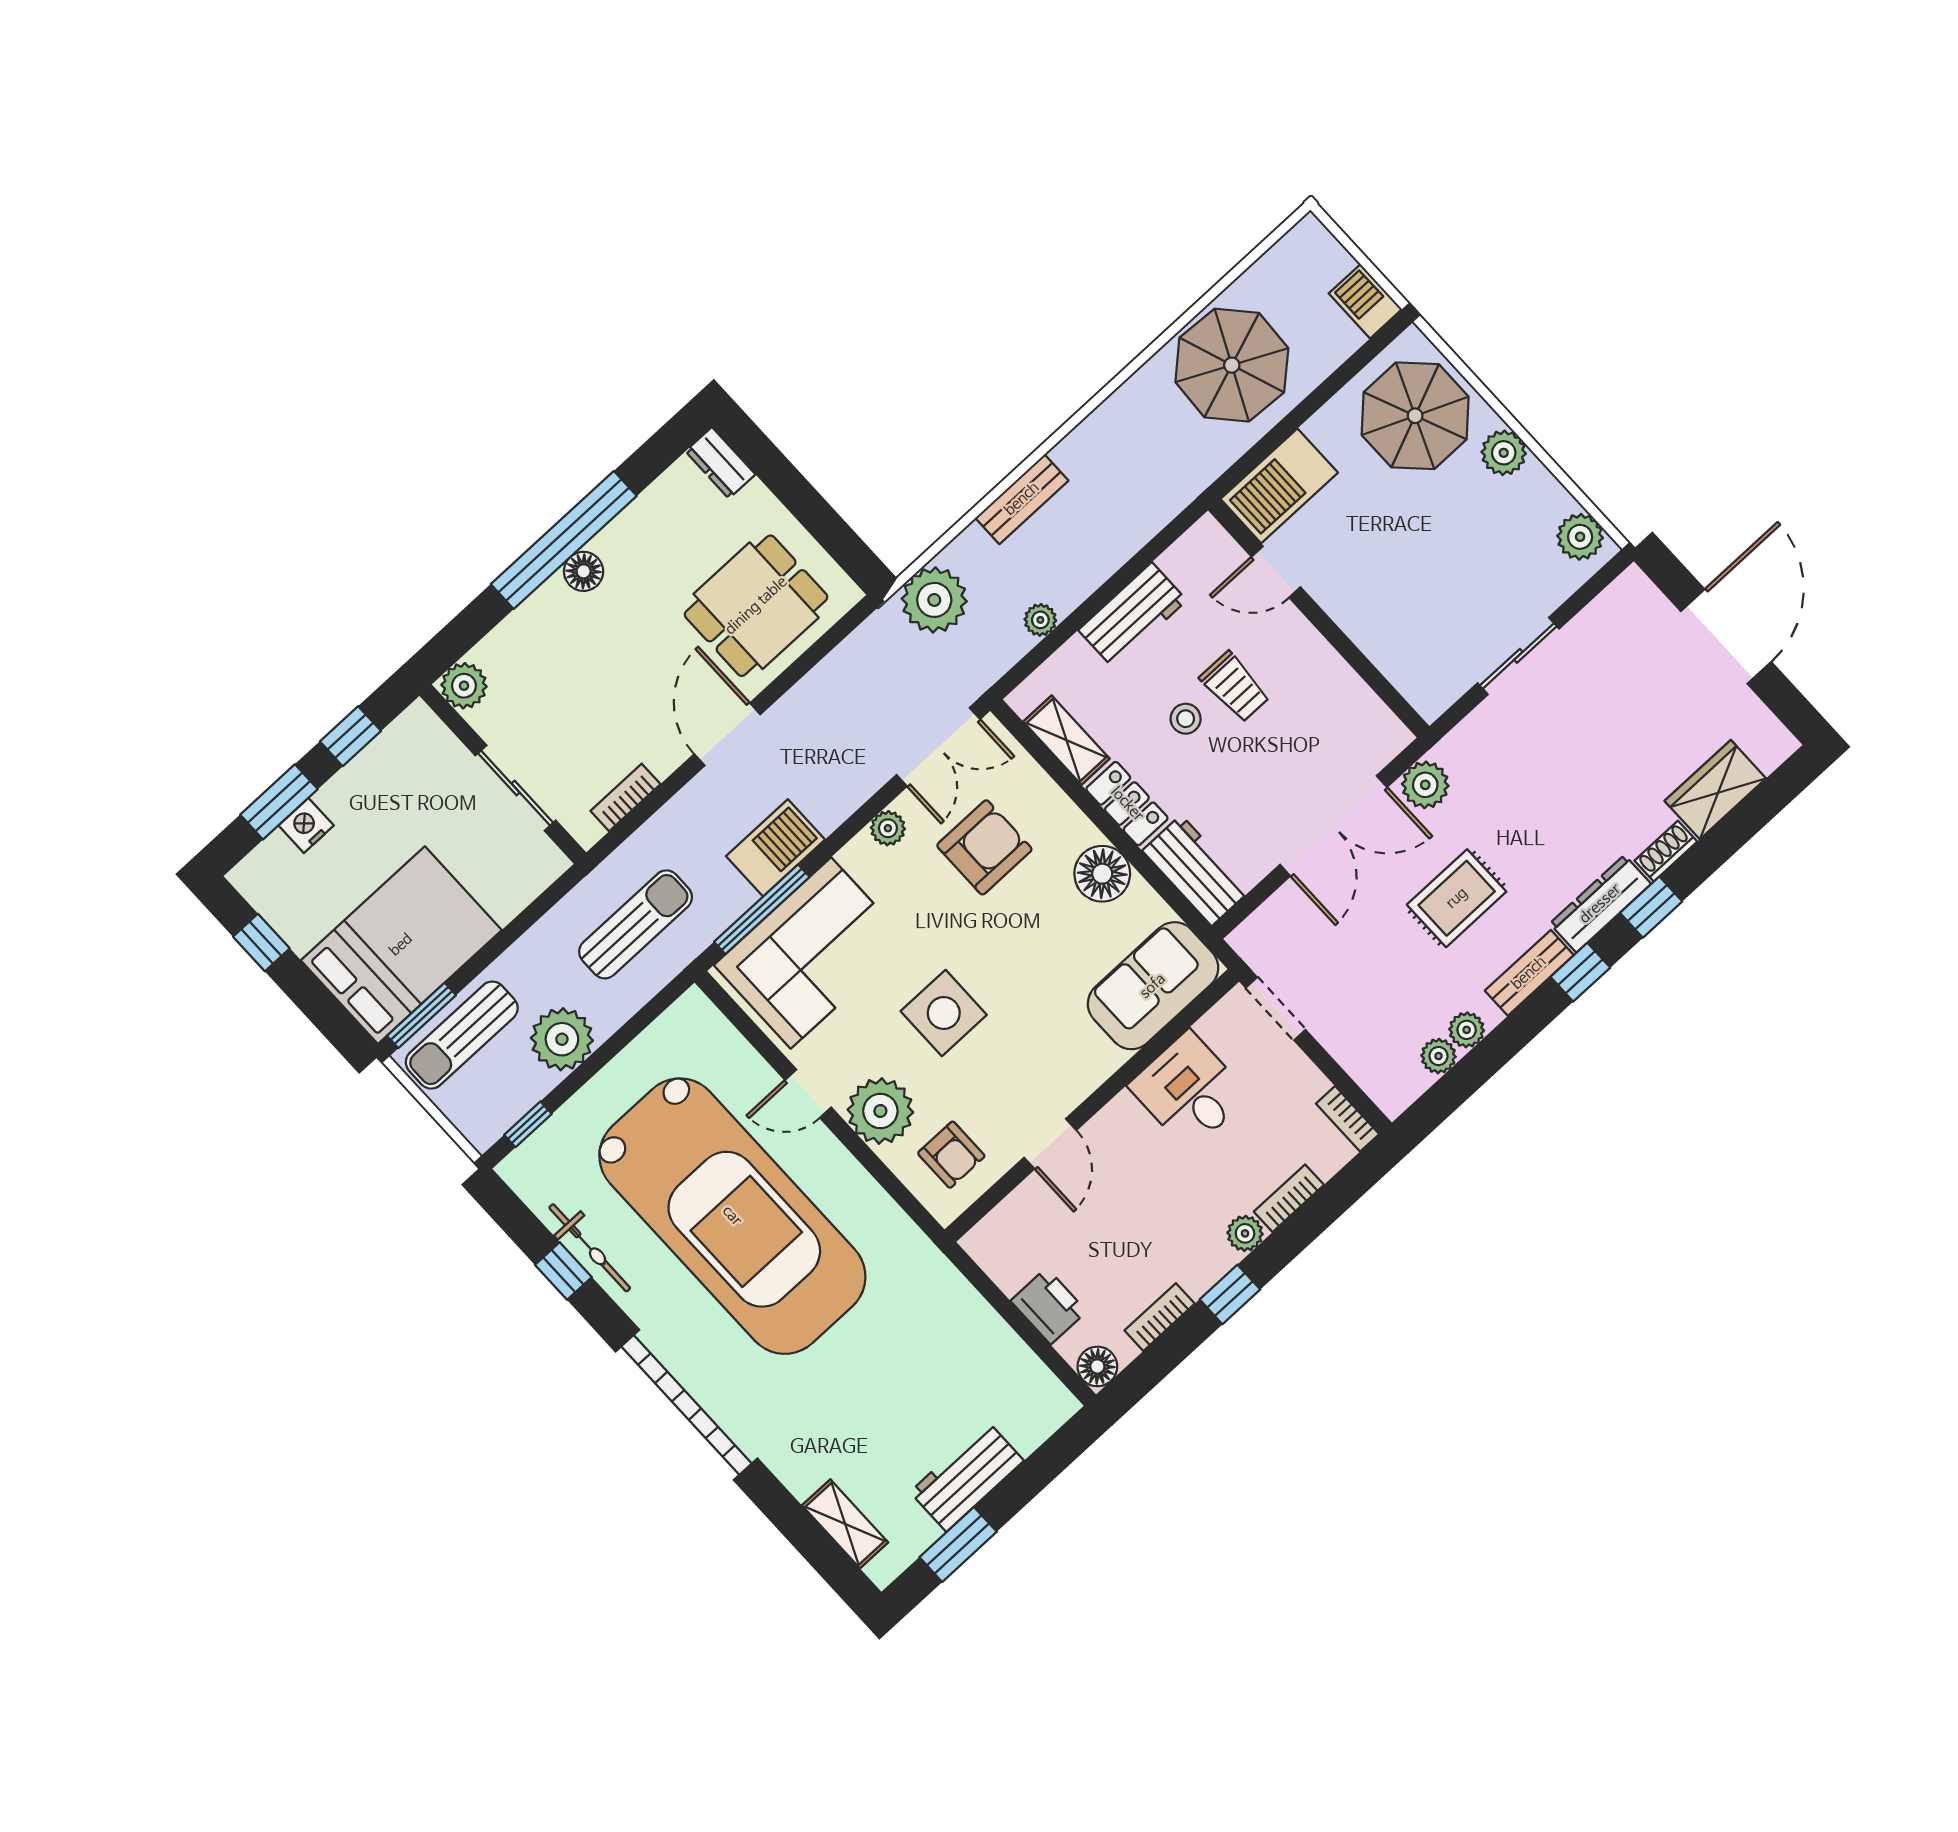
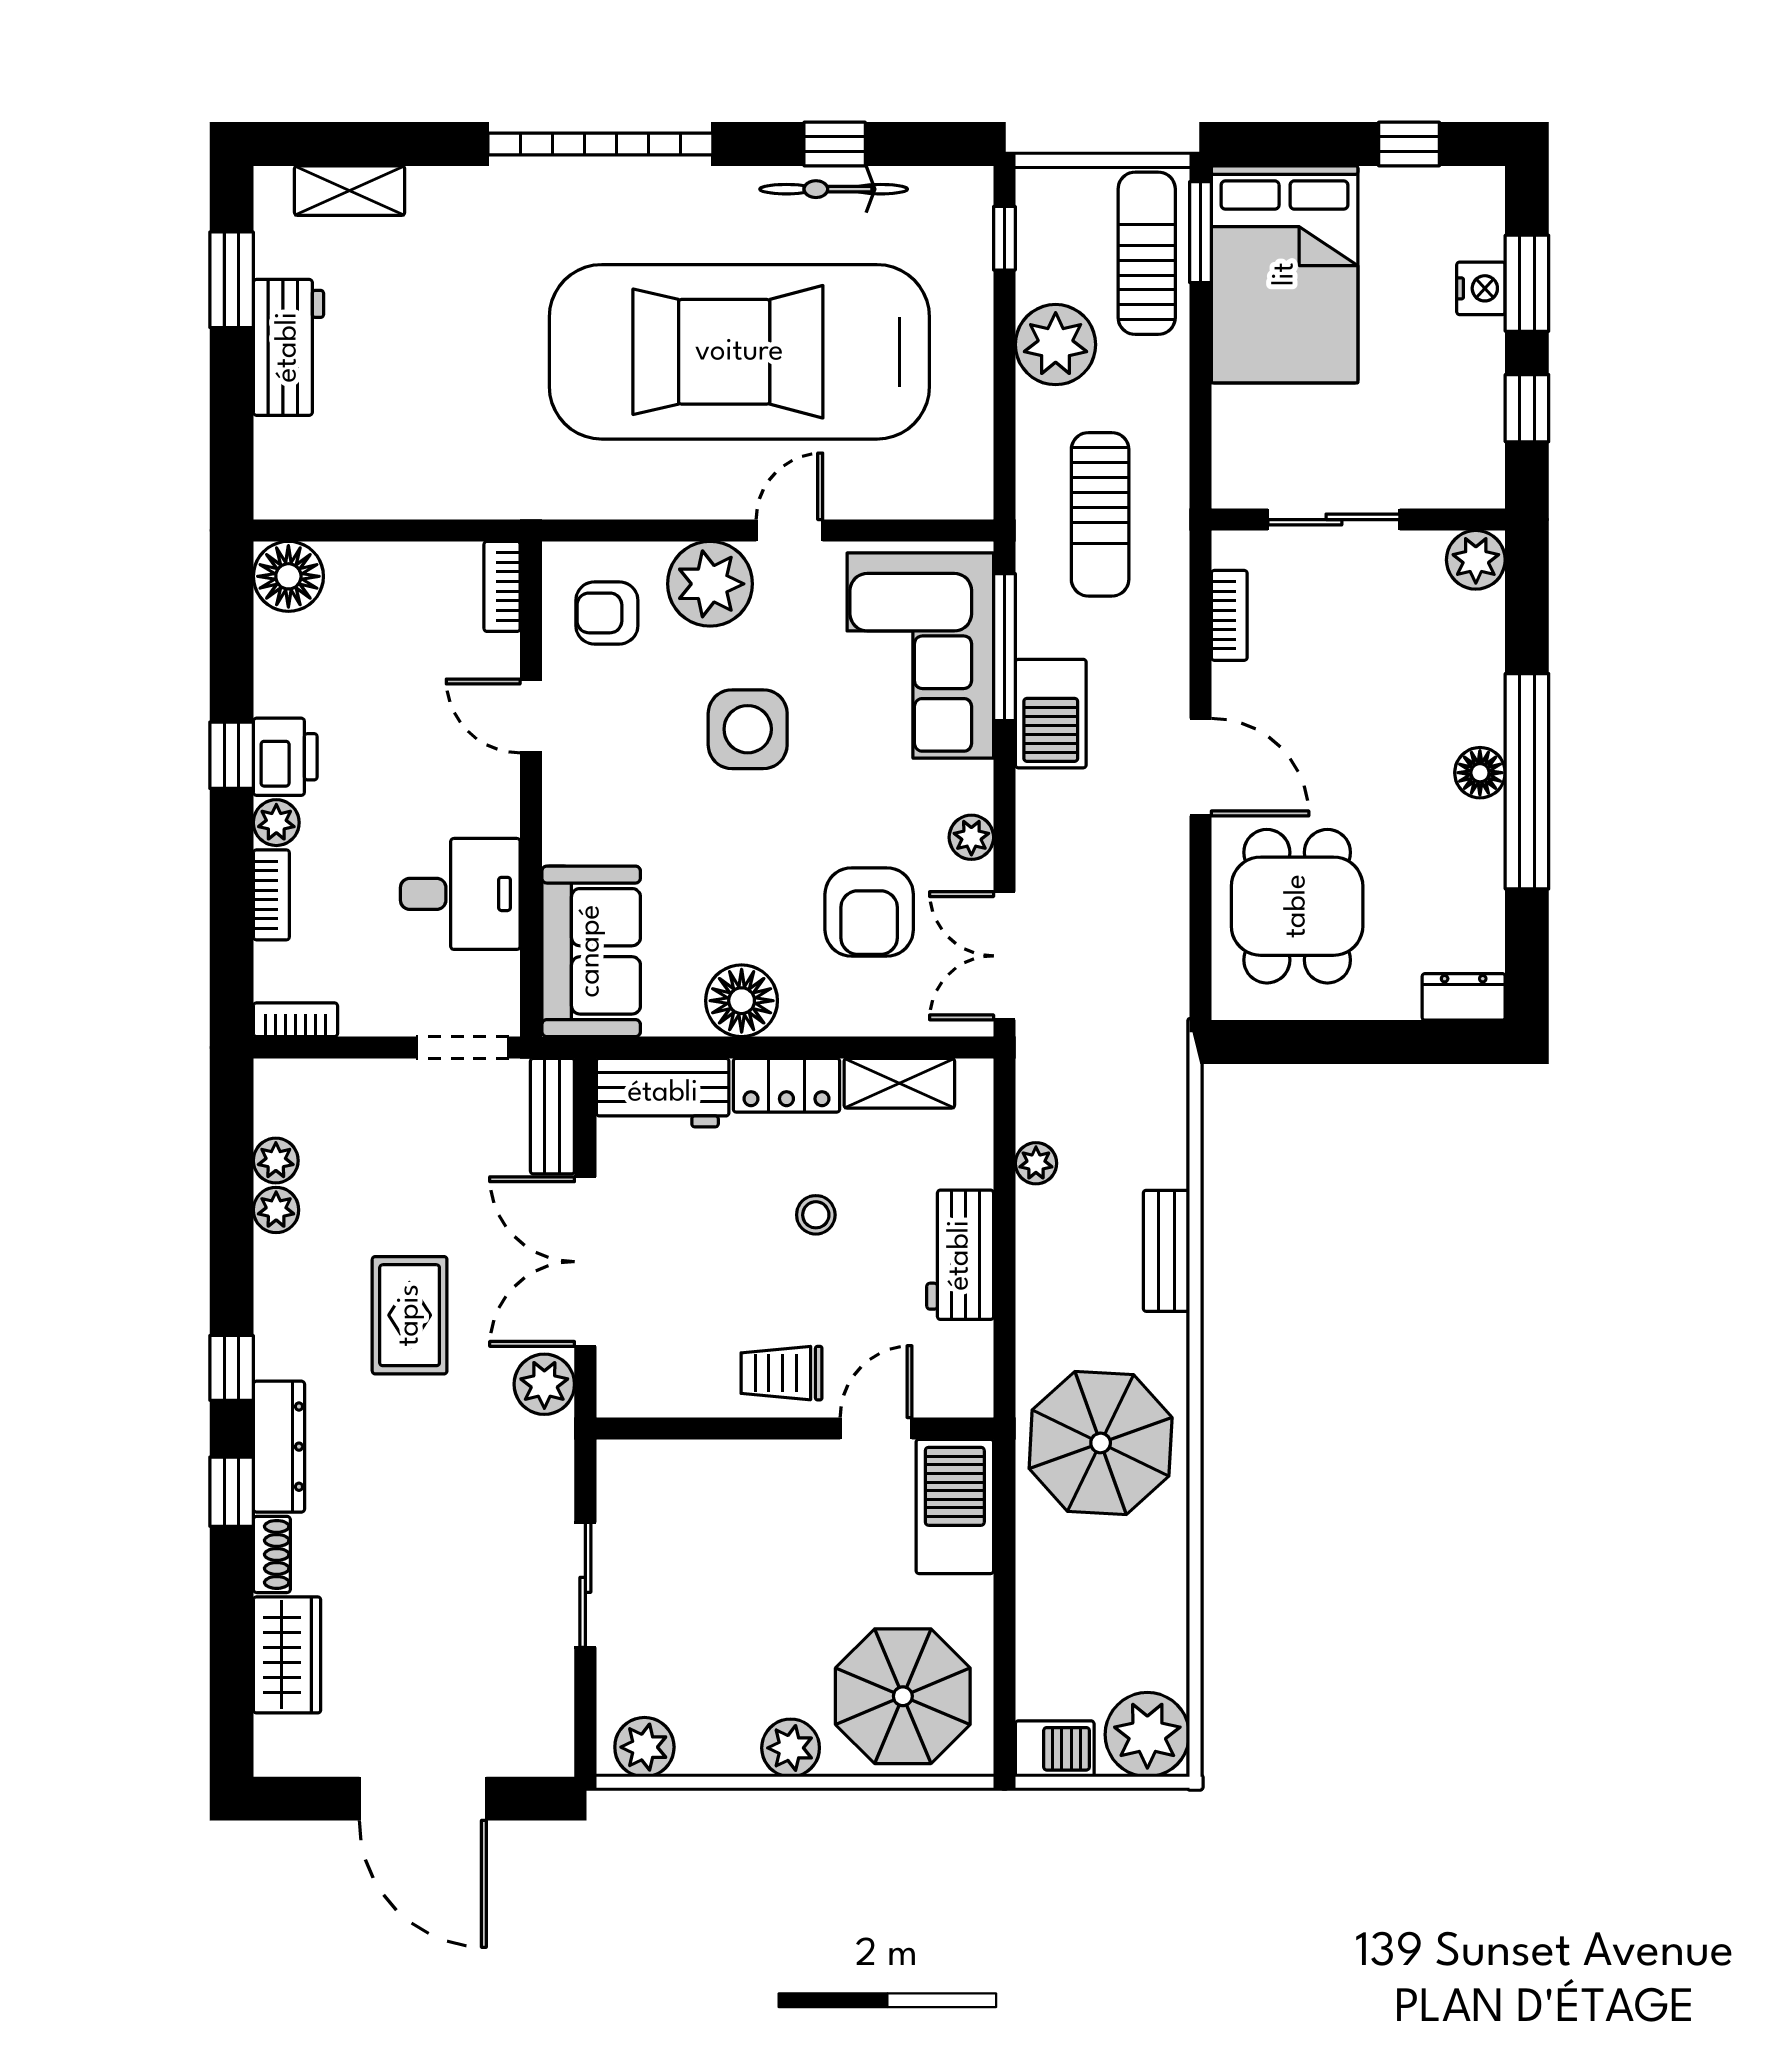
parasol: (1232, 365) -> (1101, 1443), moved
plant: (934, 600) -> (1147, 1735), moved
trolley: (1235, 687) -> (782, 1373), moved
bench: (1529, 973) -> (552, 1116), moved
printer: (1049, 1306) -> (285, 757), moved, turned -90
bookcase: (1160, 1317) -> (502, 586), moved, turned 180
floor lamp: (1097, 1366) -> (288, 576), width x1.38, depth x1.38

